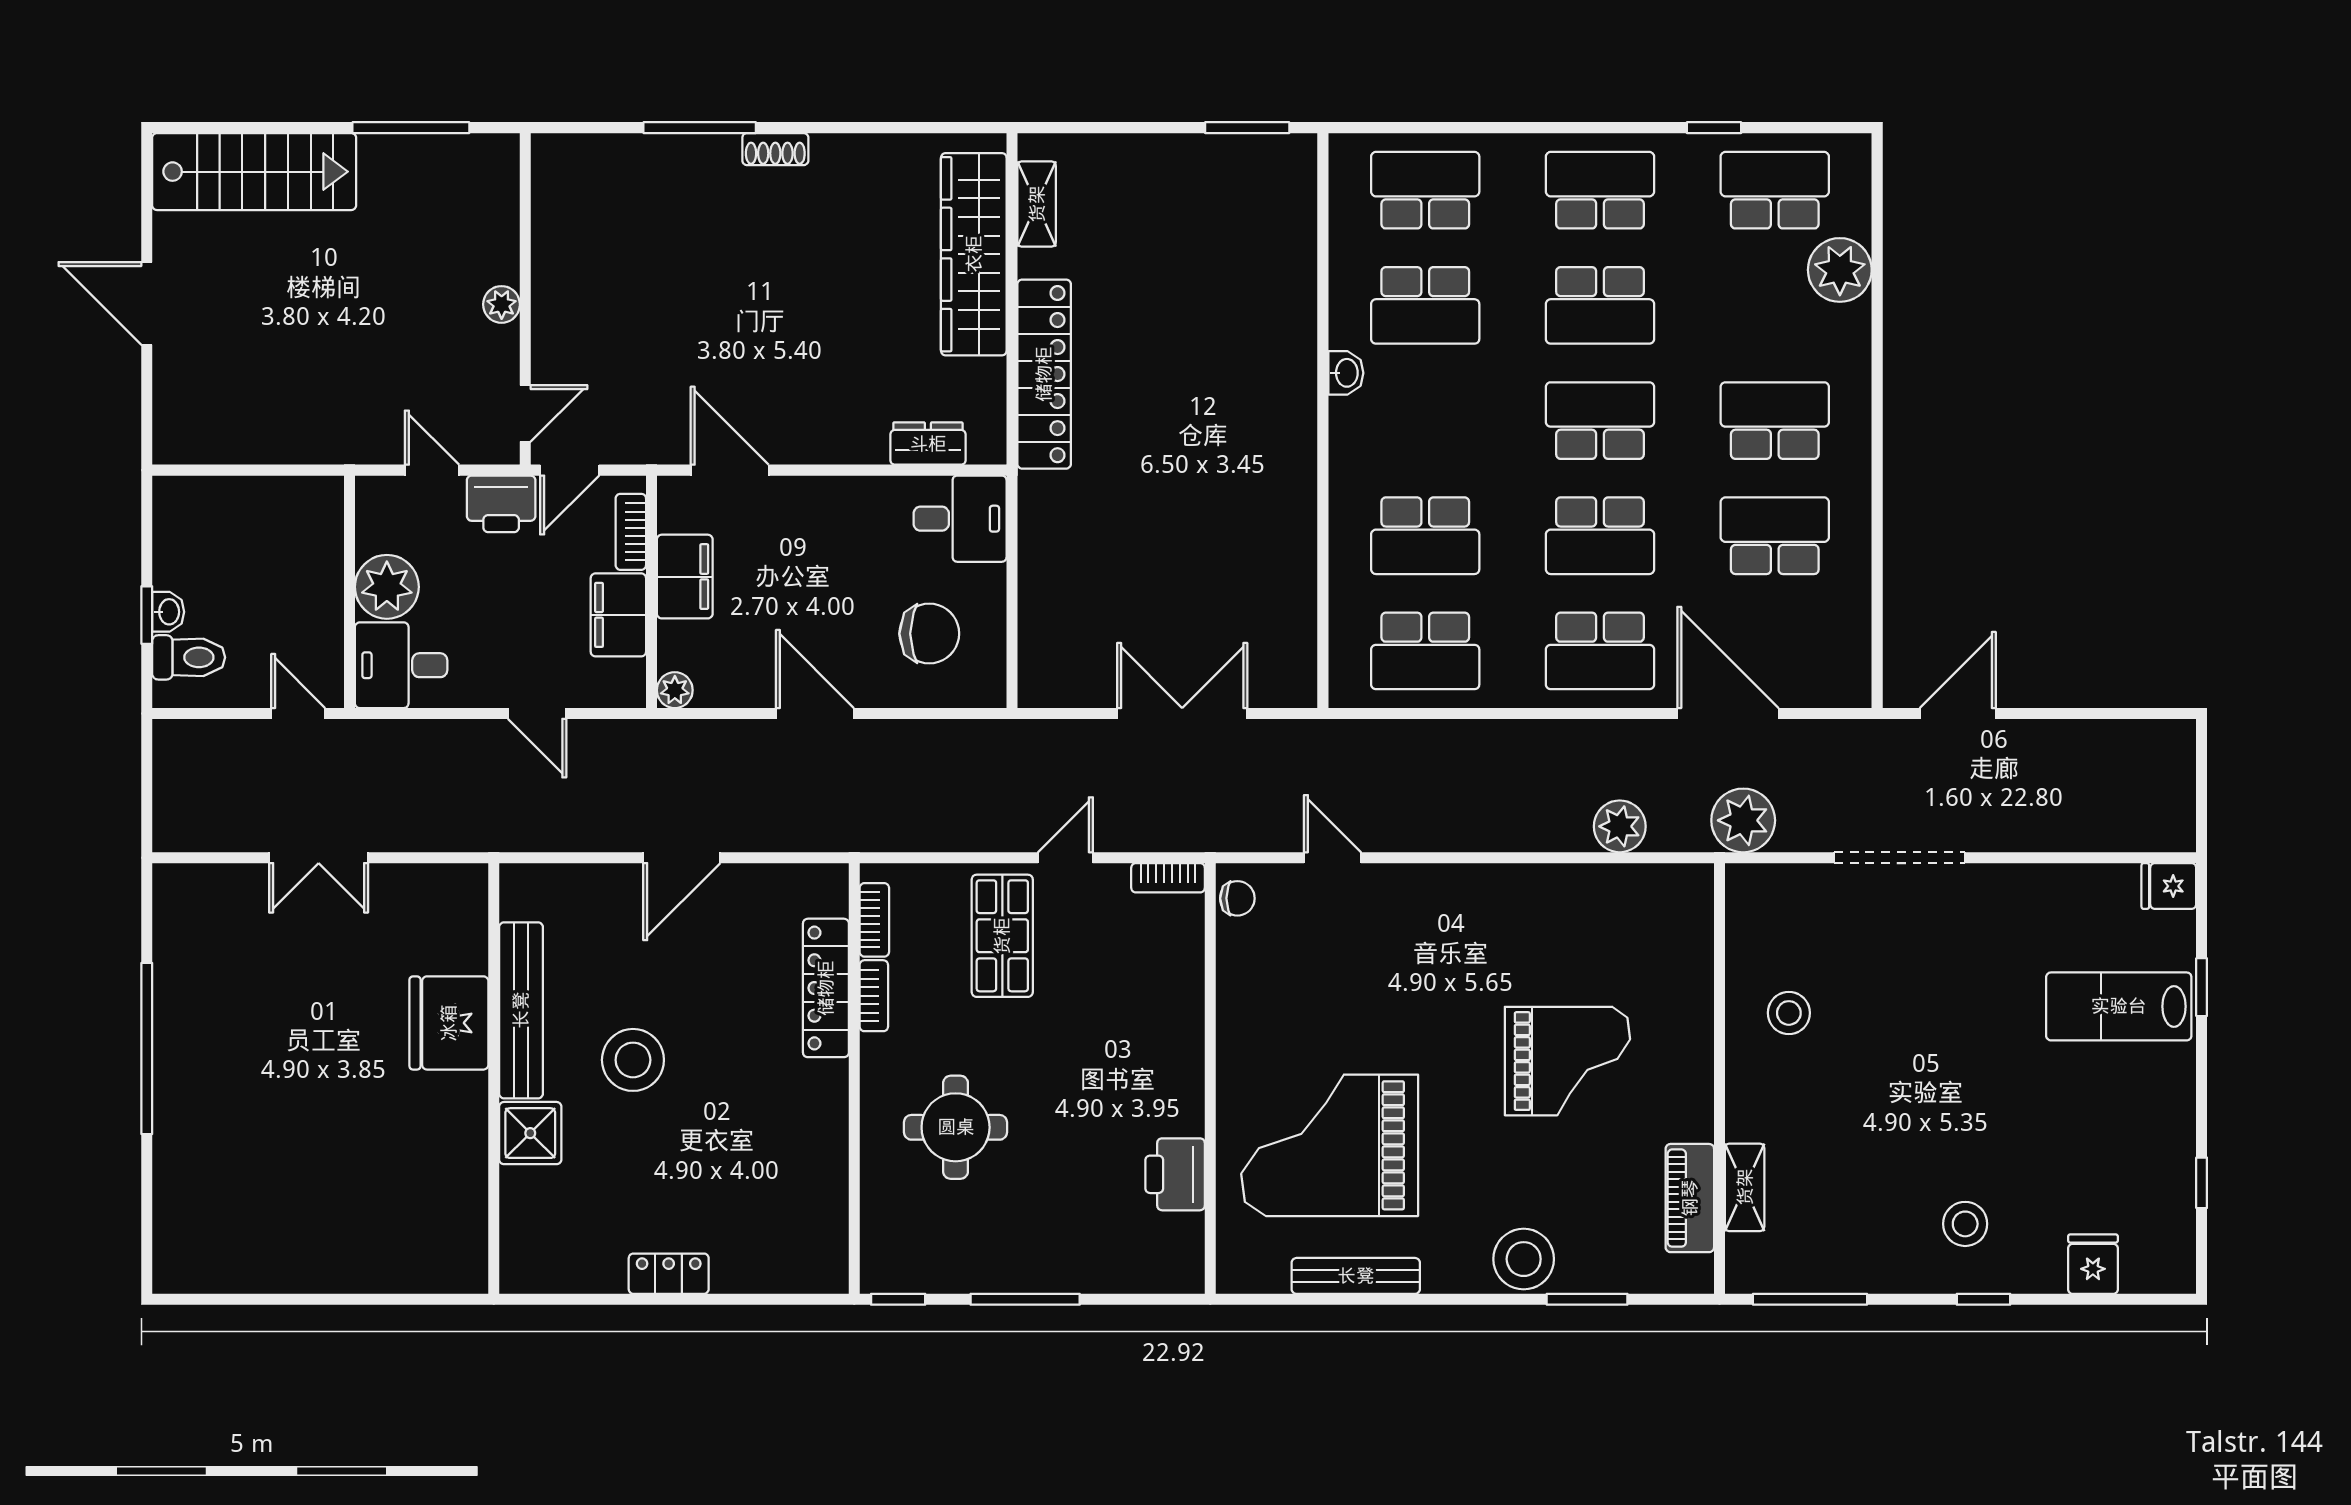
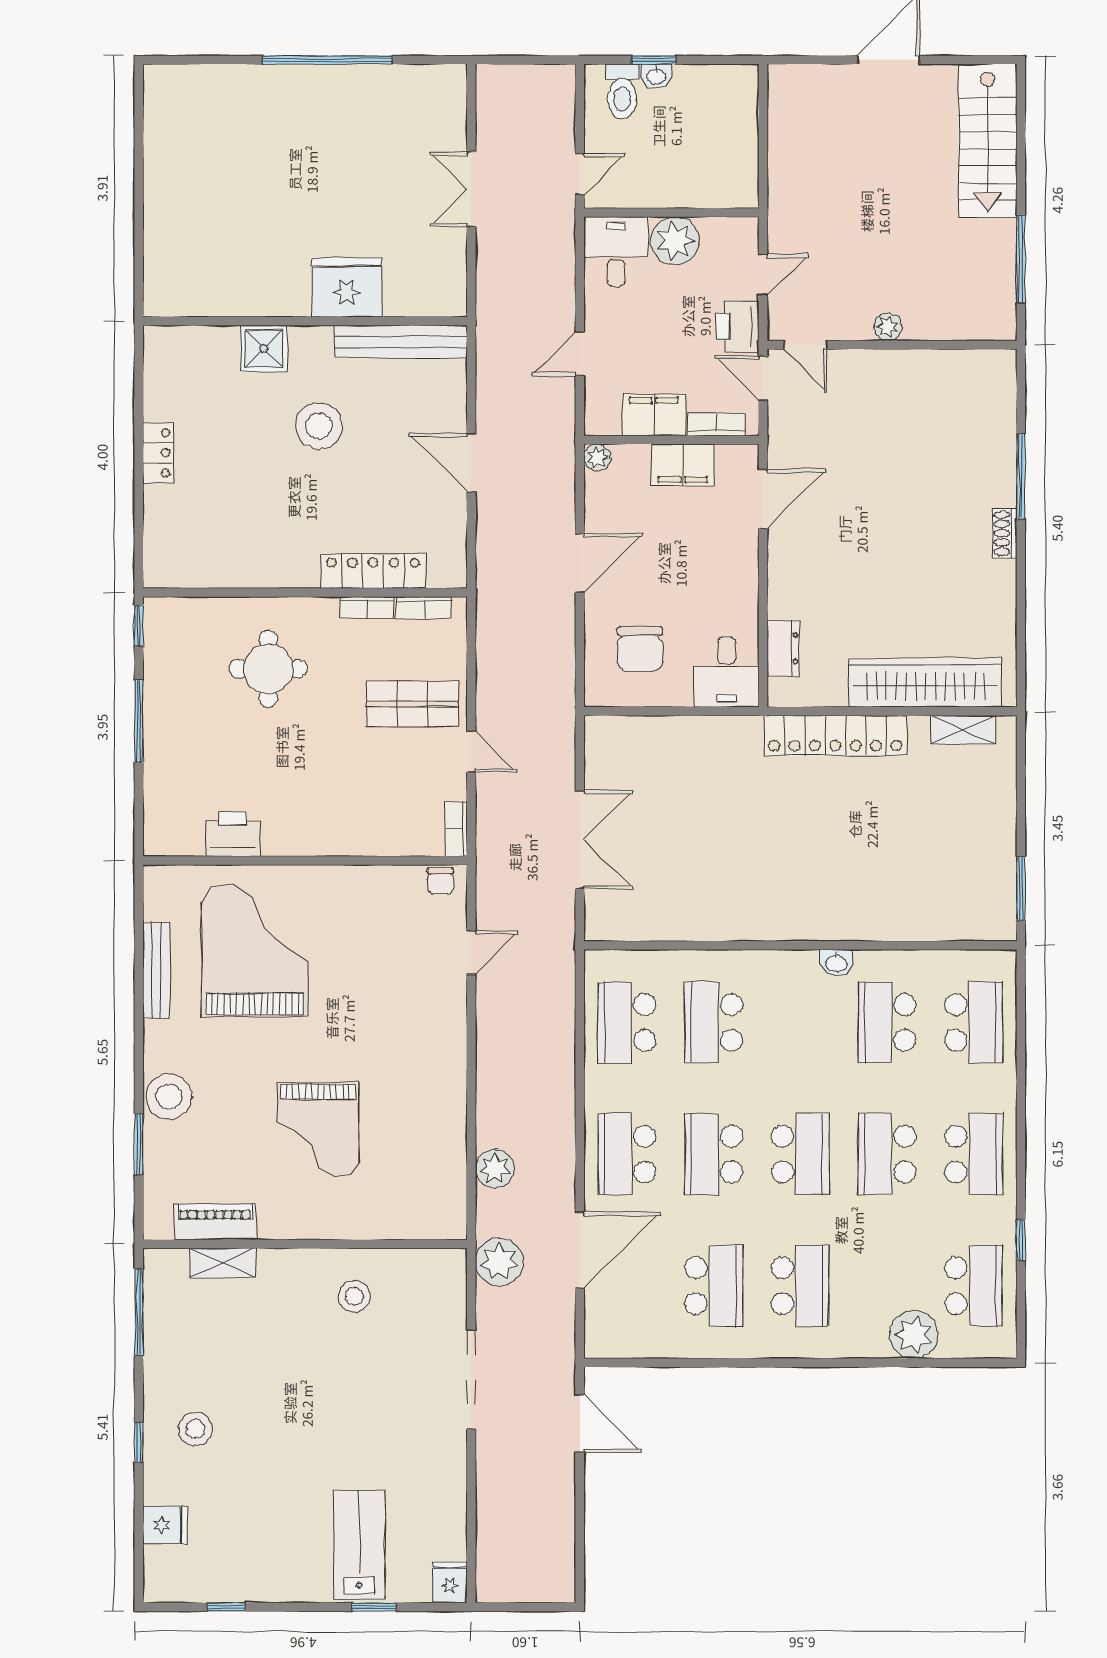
bench: (521, 1010) -> (401, 342), moved

